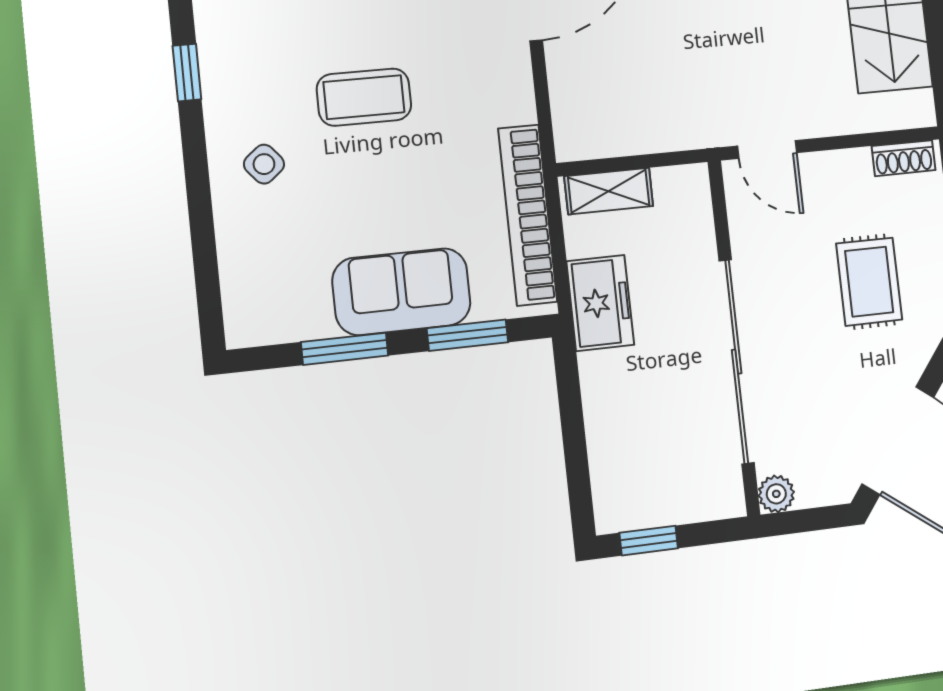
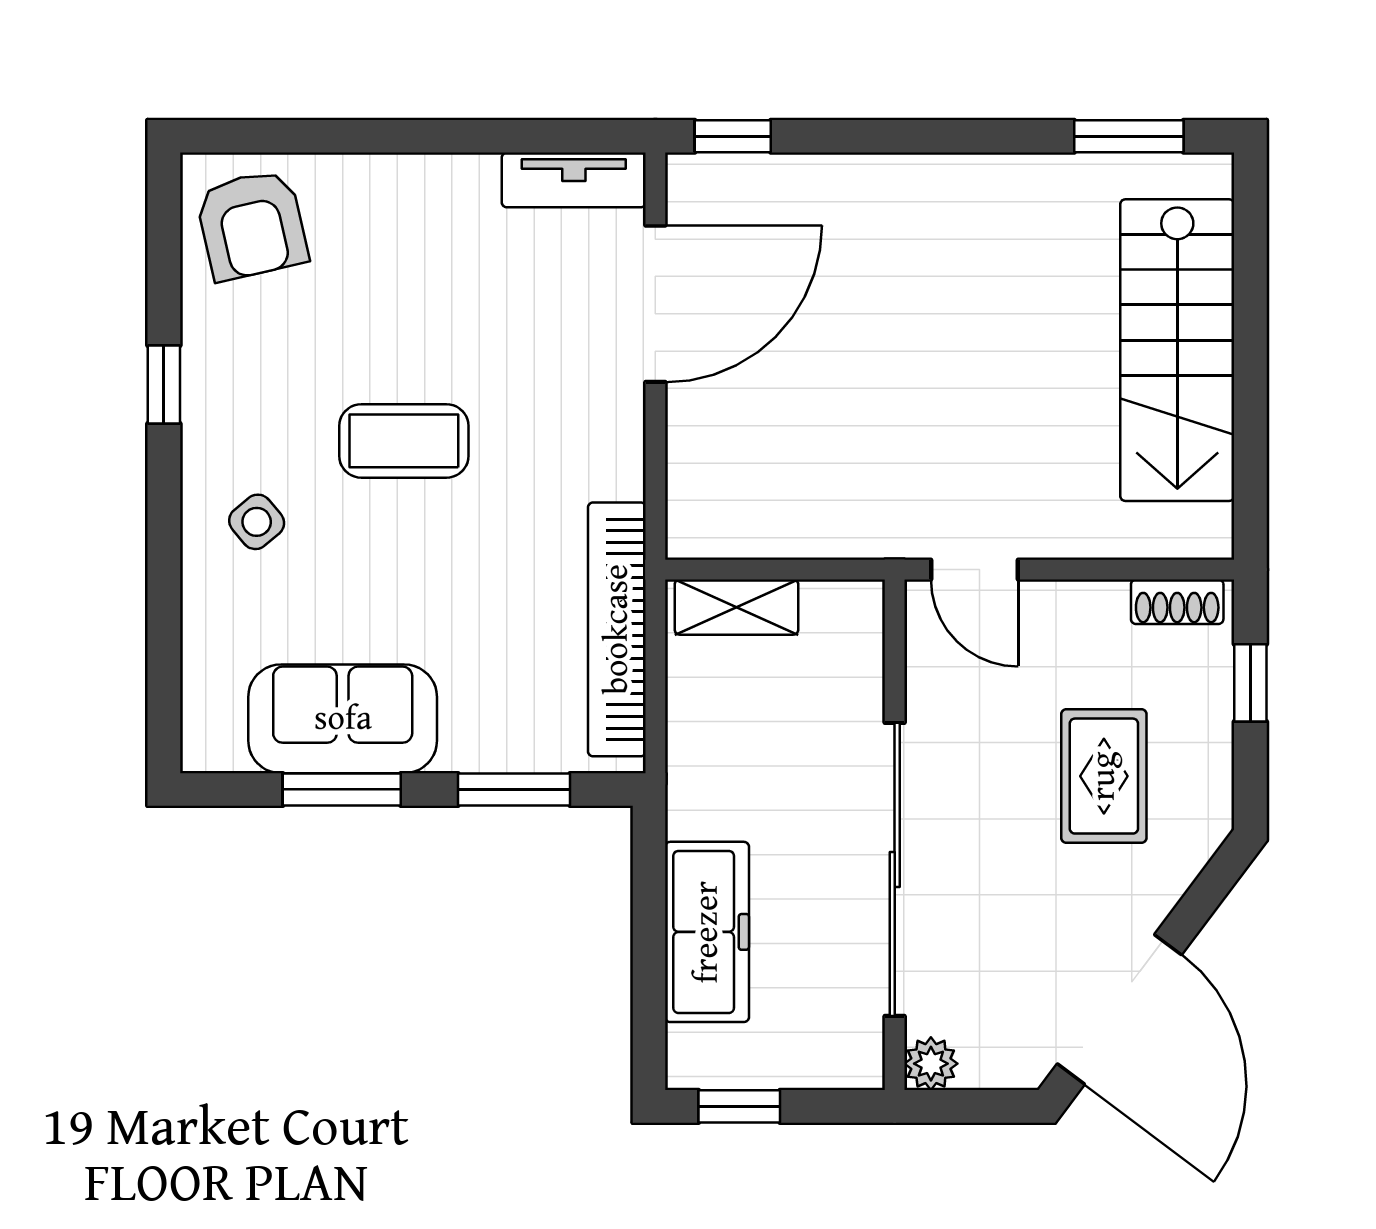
sofa: (402, 292) -> (343, 719), moved
freezer: (600, 303) -> (707, 932), moved, width x1.40

